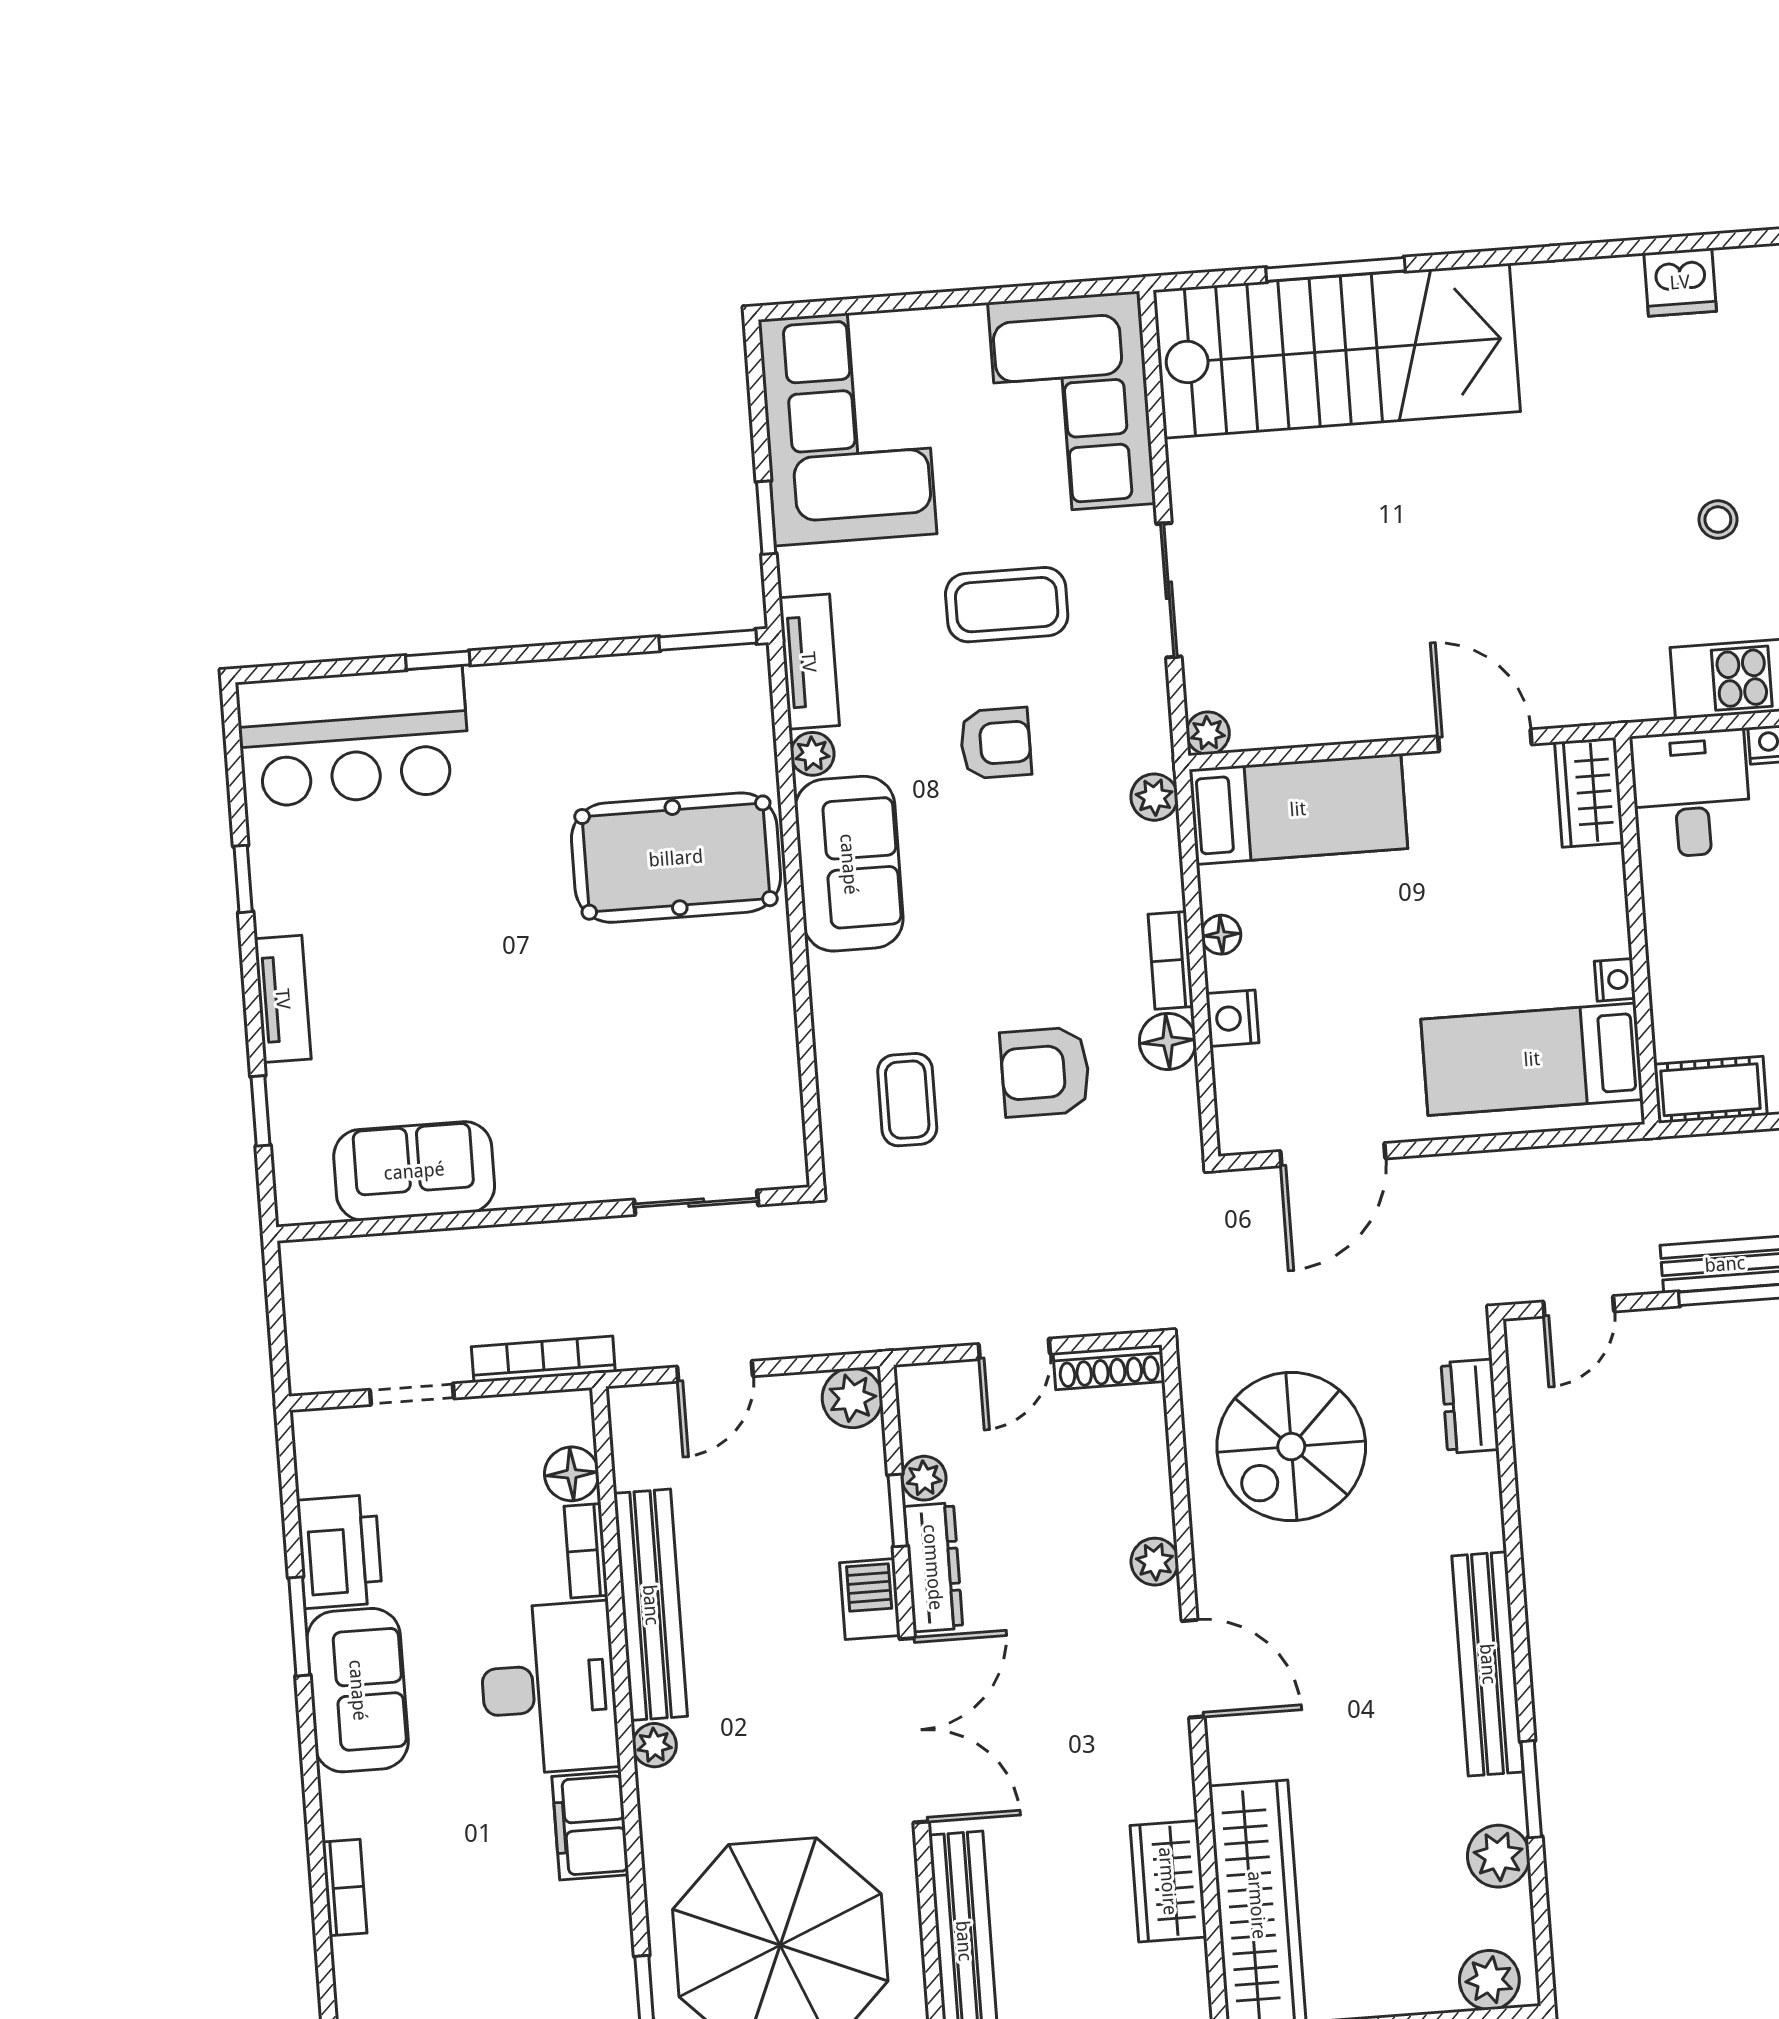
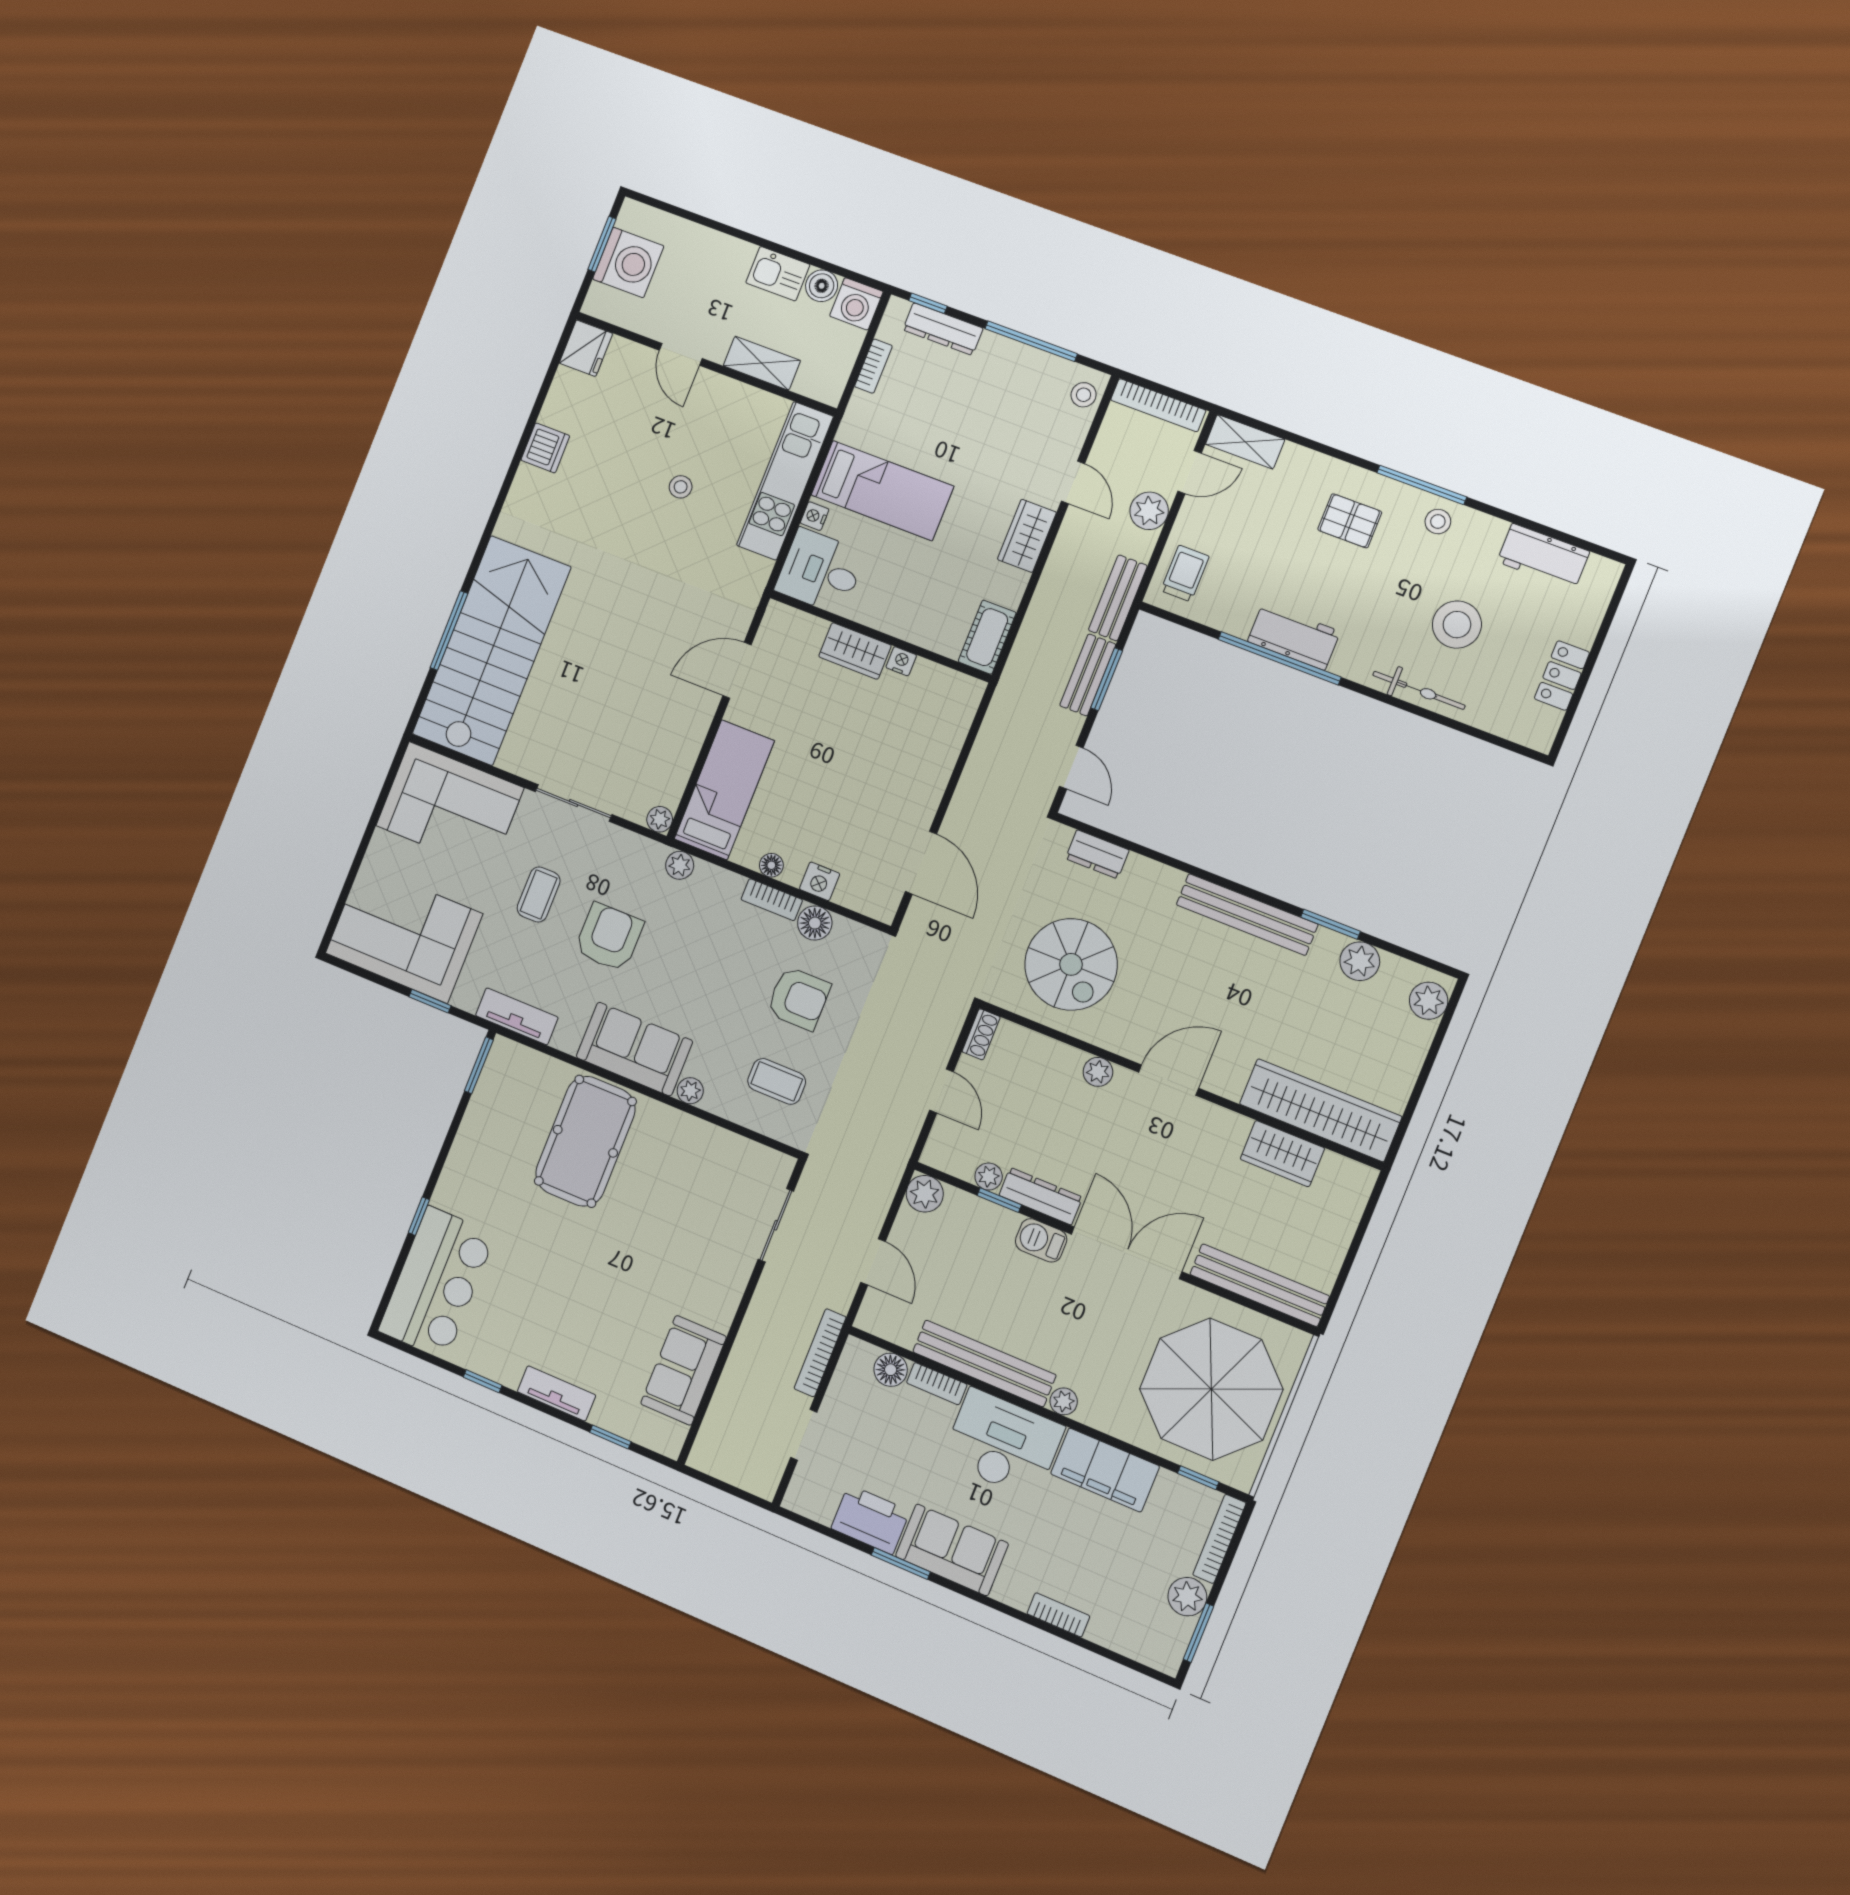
coffee table: (1007, 605) -> (539, 895), width x0.73, depth x0.77
armchair: (996, 743) -> (609, 937), width x1.38, depth x1.38
plant: (812, 754) -> (690, 1091), moved
wardrobe: (1589, 792) -> (855, 651), moved
bed: (1532, 1059) -> (922, 728), removed
armchair: (1045, 1072) -> (799, 998), turned -90
shoe rack: (1109, 1367) -> (981, 1034), width x0.70
filing cabinet: (590, 1826) -> (1105, 1470), width x1.50, depth x1.17

